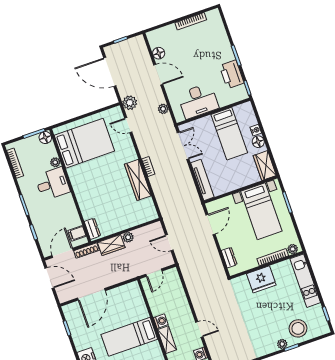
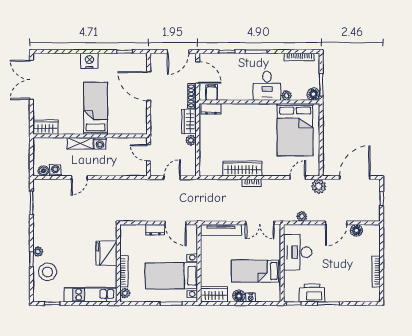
dresser: (229, 258) -> (155, 230), moved

